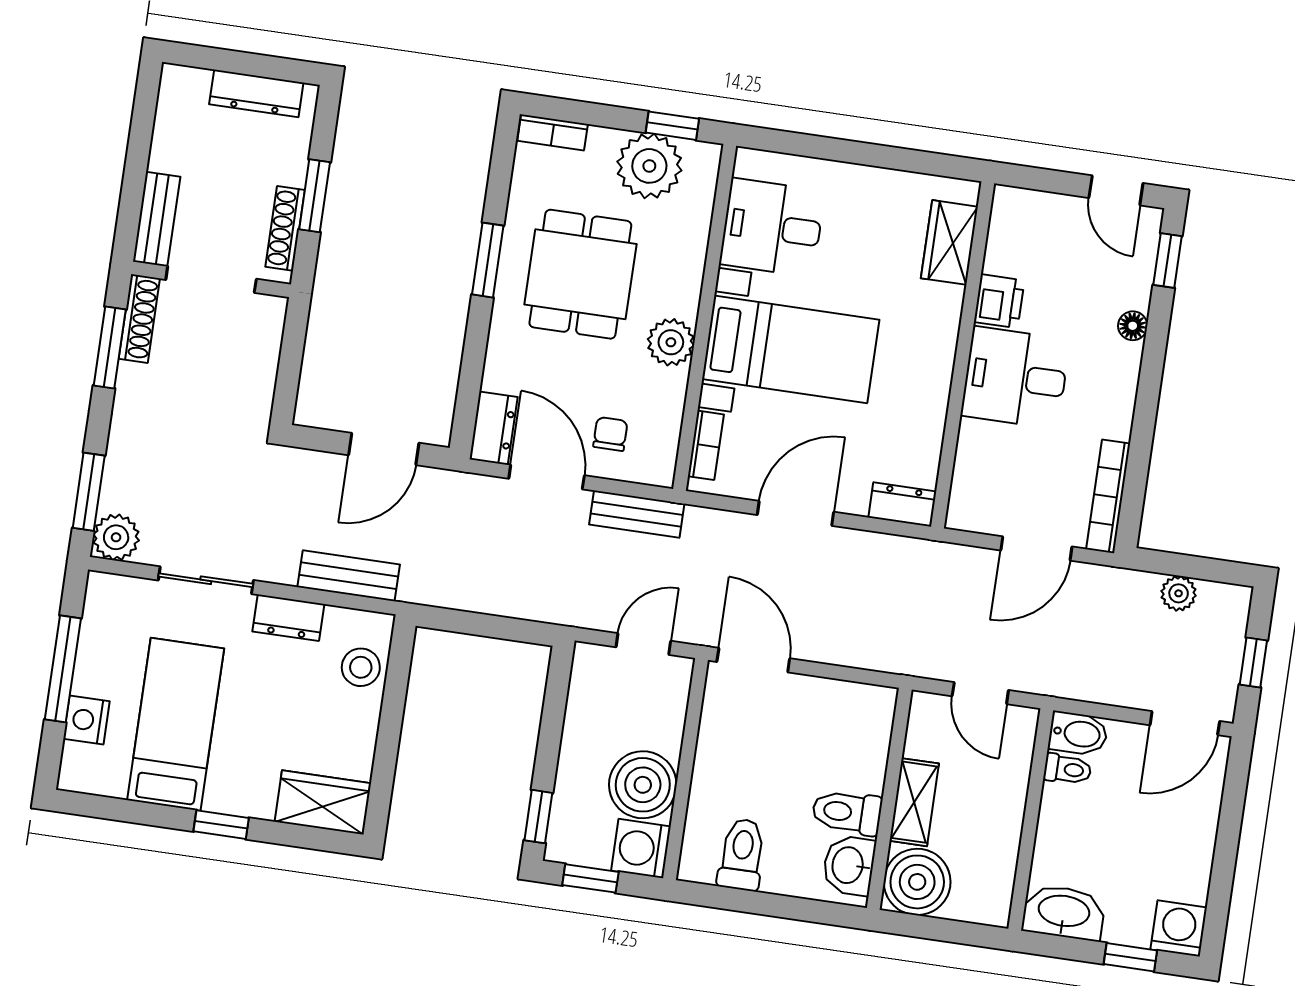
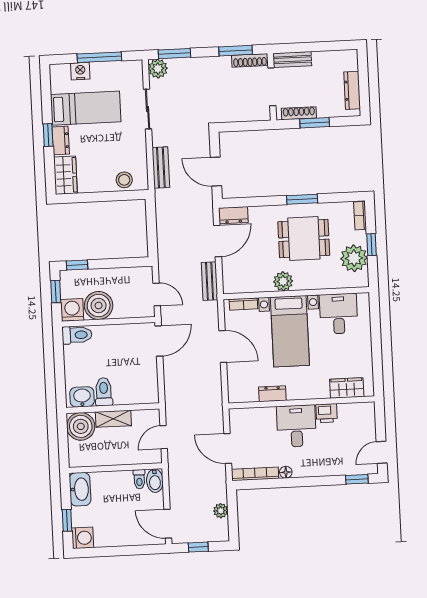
window: (672, 126) -> (371, 245), moved
floor lamp: (1133, 326) -> (286, 472), moved
chair: (610, 434) -> (240, 264), removed
dresser: (902, 504) -> (272, 394), moved, turned -90
dresser: (288, 618) -> (61, 140), moved, turned 180
toilet: (742, 855) -> (77, 335), moved

